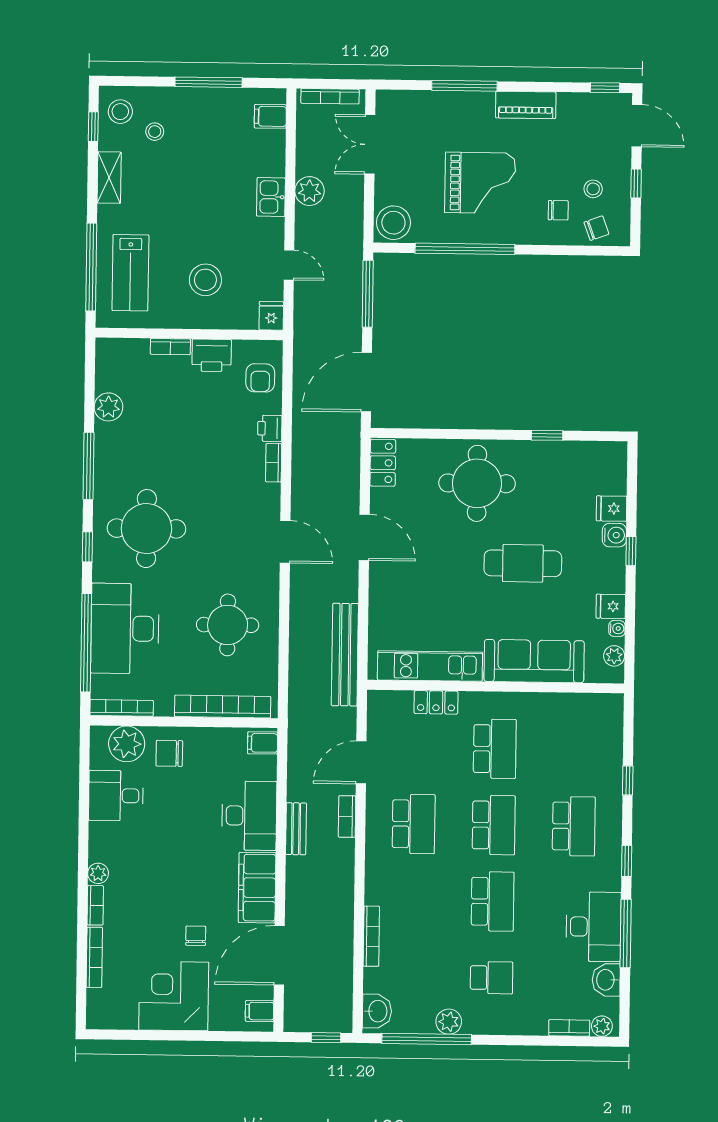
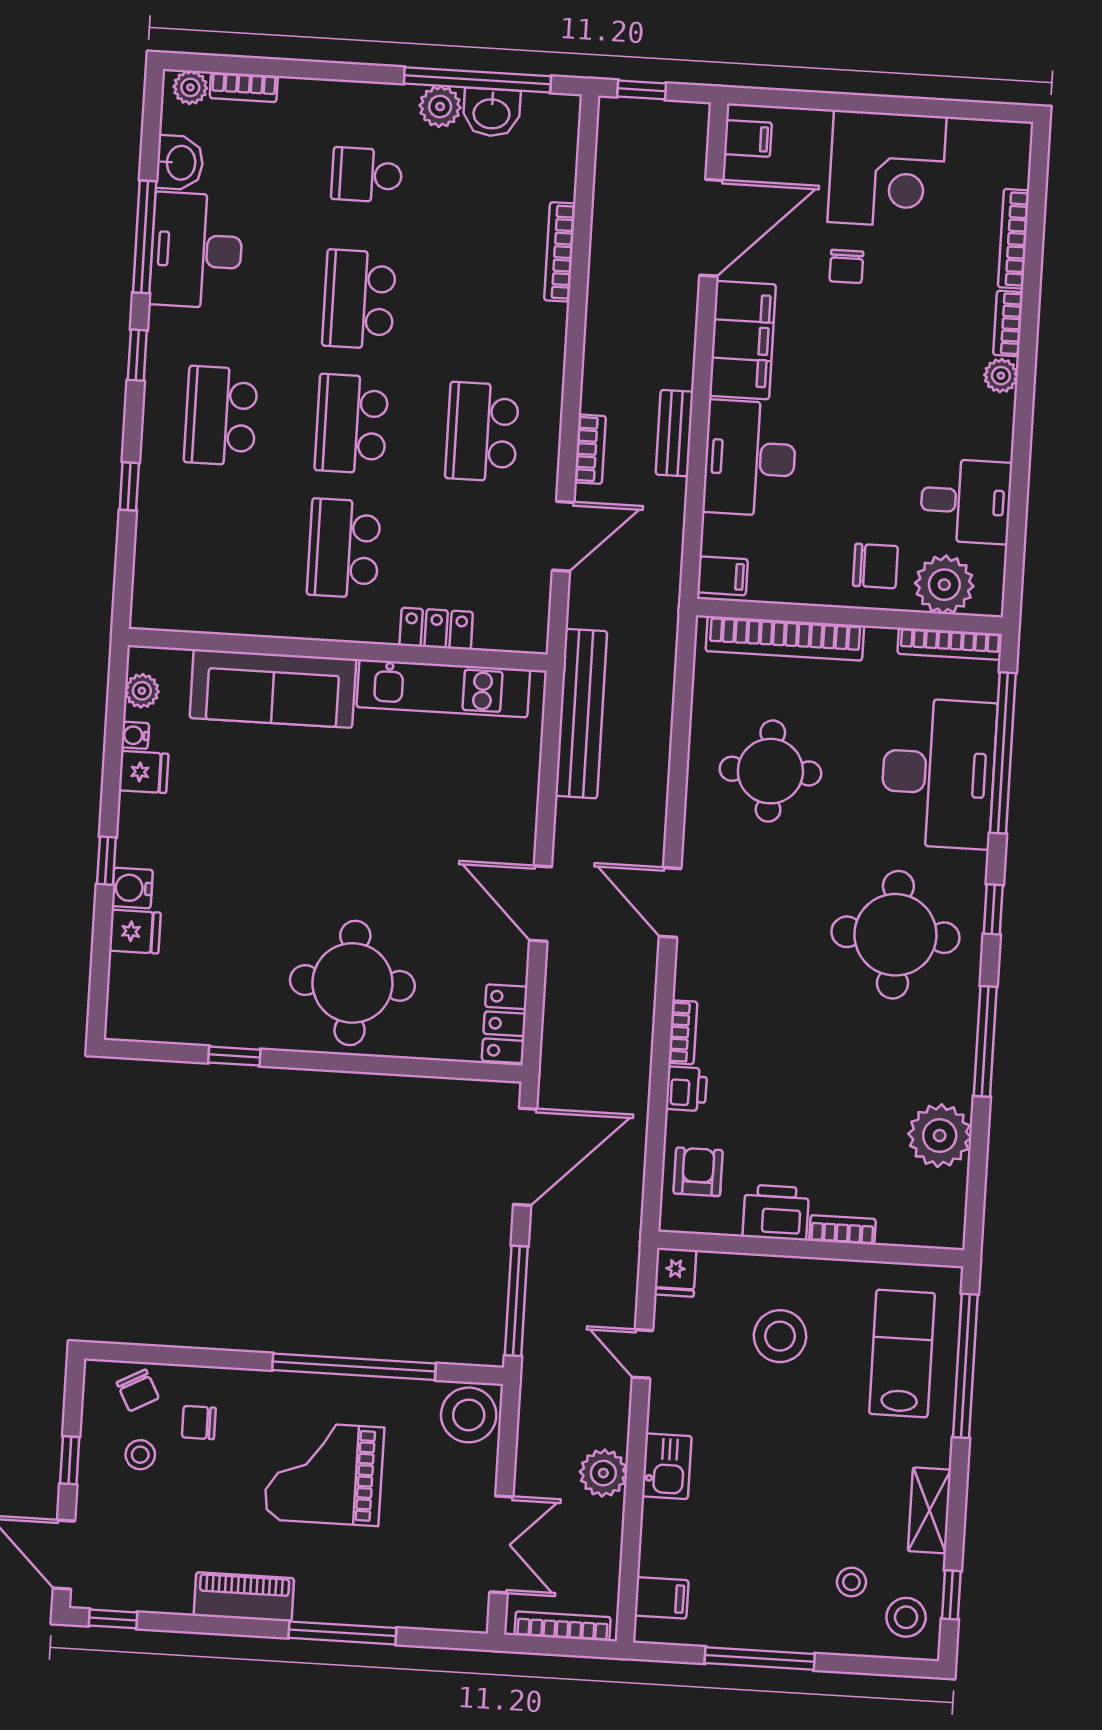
chair: (596, 228) -> (138, 1390), turned -98
plant: (108, 407) -> (940, 1136), width x1.36, depth x1.36
cafe table: (523, 563) -> (284, 849), removed
washbasin: (377, 1011) -> (492, 112), moved, turned -90

